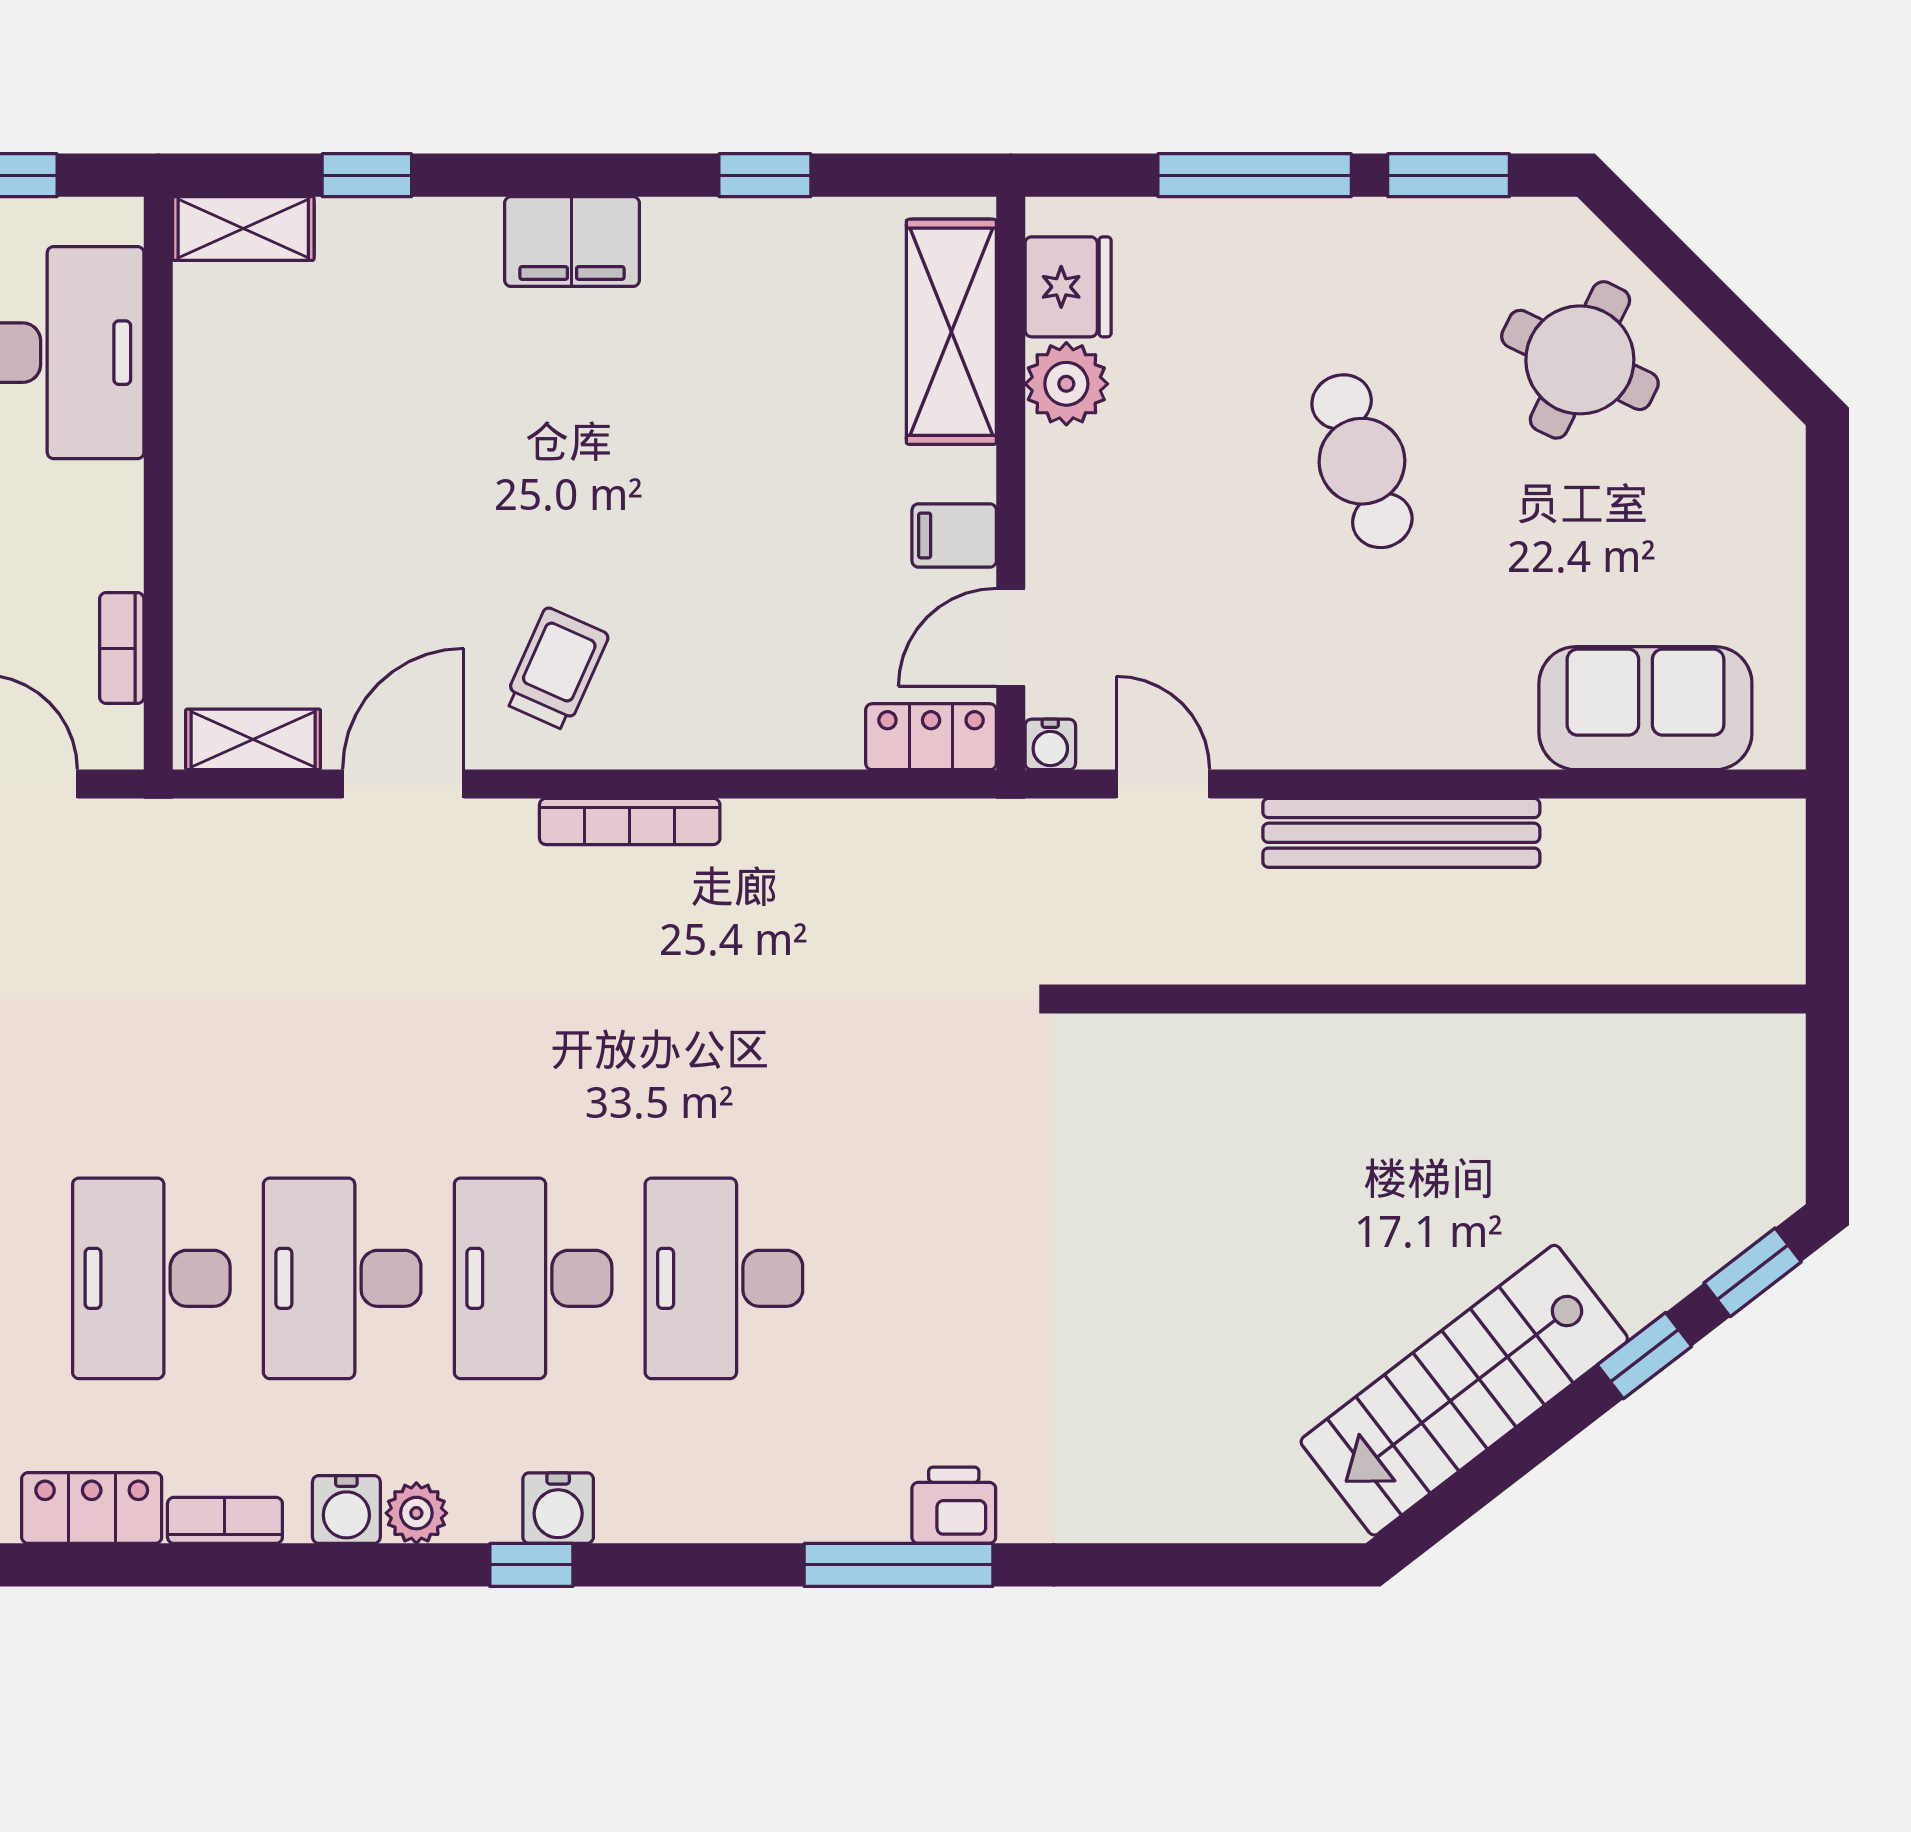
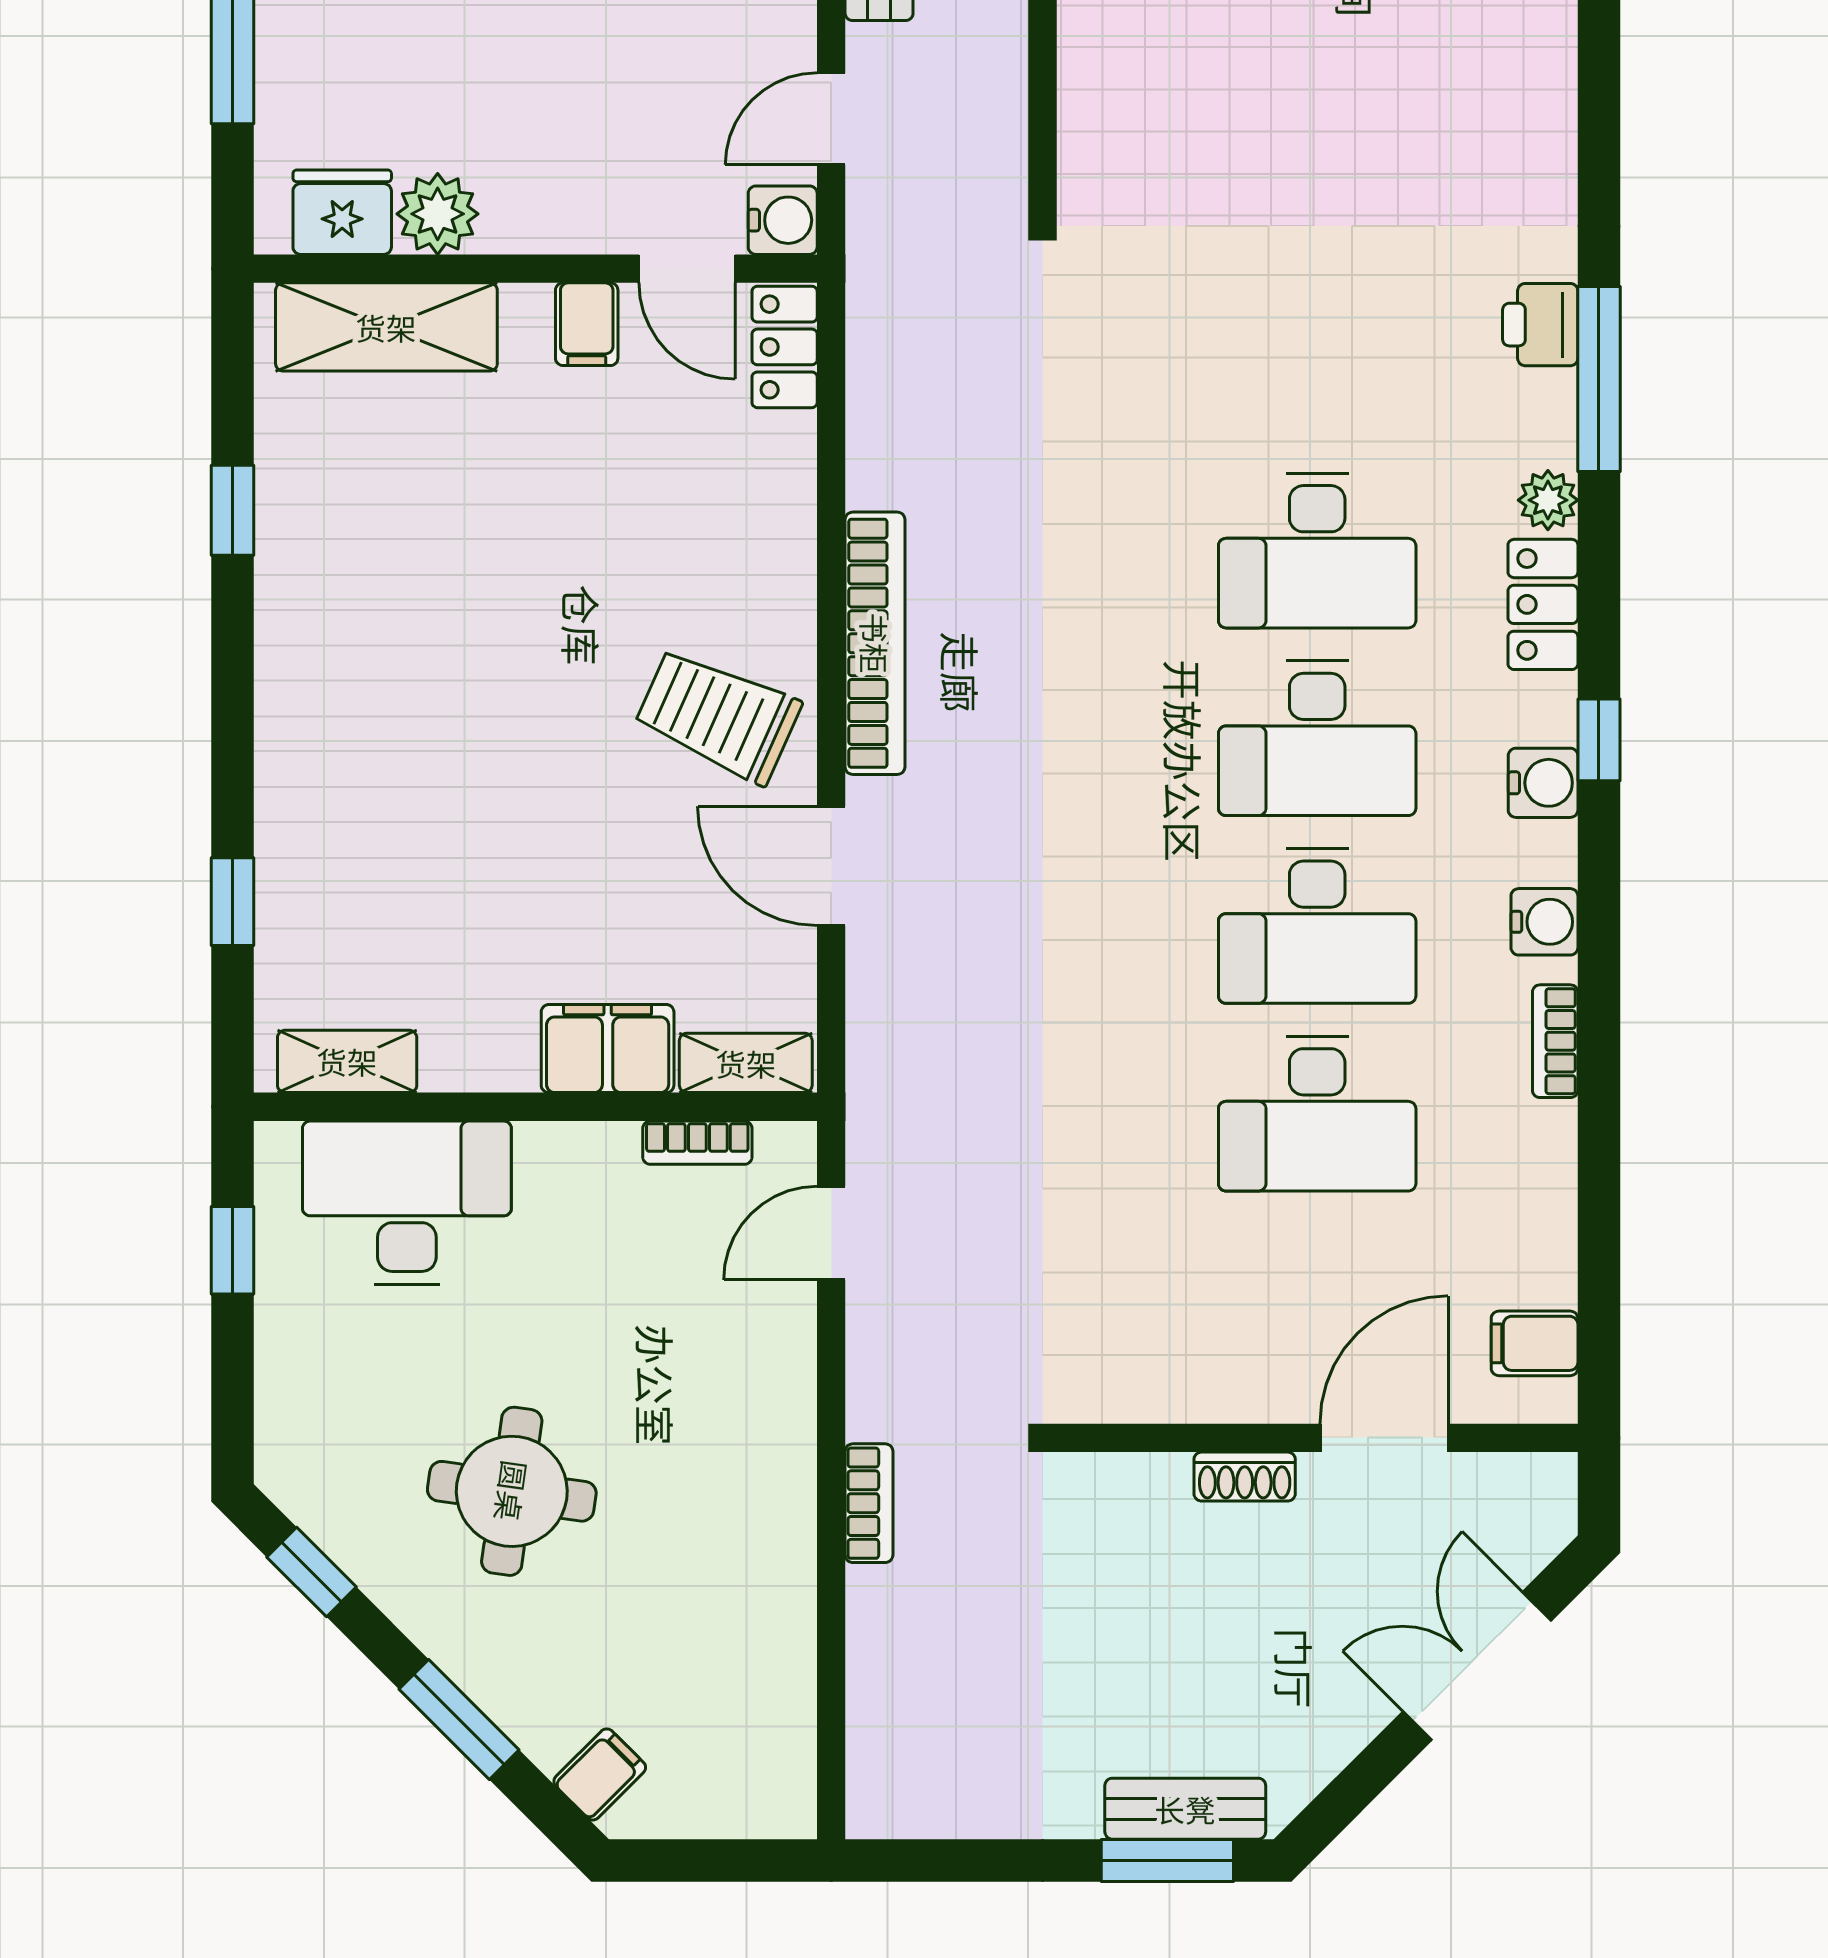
shelving: (243, 228) -> (347, 1061), moved, turned 90
filing cabinet: (572, 242) -> (608, 1049), moved, turned -90
trolley: (556, 669) -> (718, 715), width x1.36, depth x1.39
shelving: (253, 739) -> (746, 1063), moved, turned 90
water cooler: (1050, 744) -> (783, 220), width x1.38, depth x1.38
bookcase: (630, 821) -> (875, 643), width x1.48, depth x1.31
locker: (92, 1508) -> (1543, 604), moved
water cooler: (558, 1508) -> (1543, 783), moved
plant: (416, 1513) -> (1548, 500), moved

